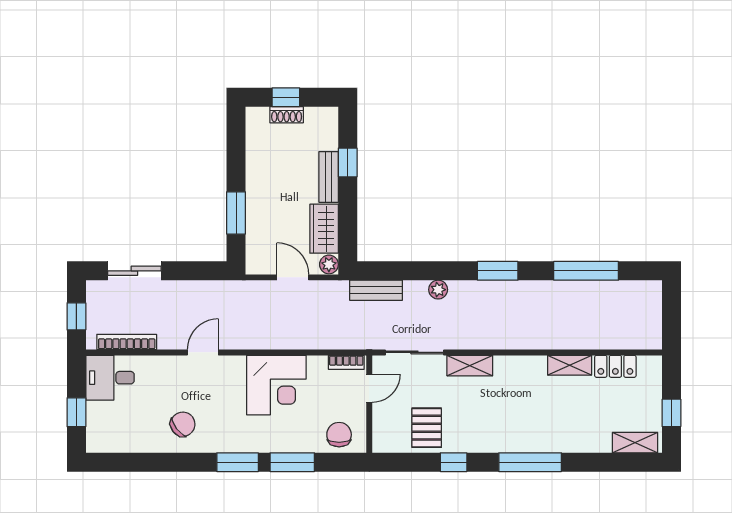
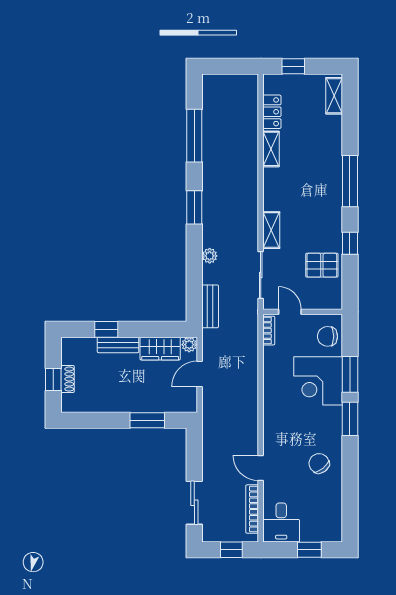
door: (203, 352) -> (261, 468), moved
corner desk: (276, 385) -> (318, 381), moved, turned 180
window: (671, 413) -> (293, 66), moved

